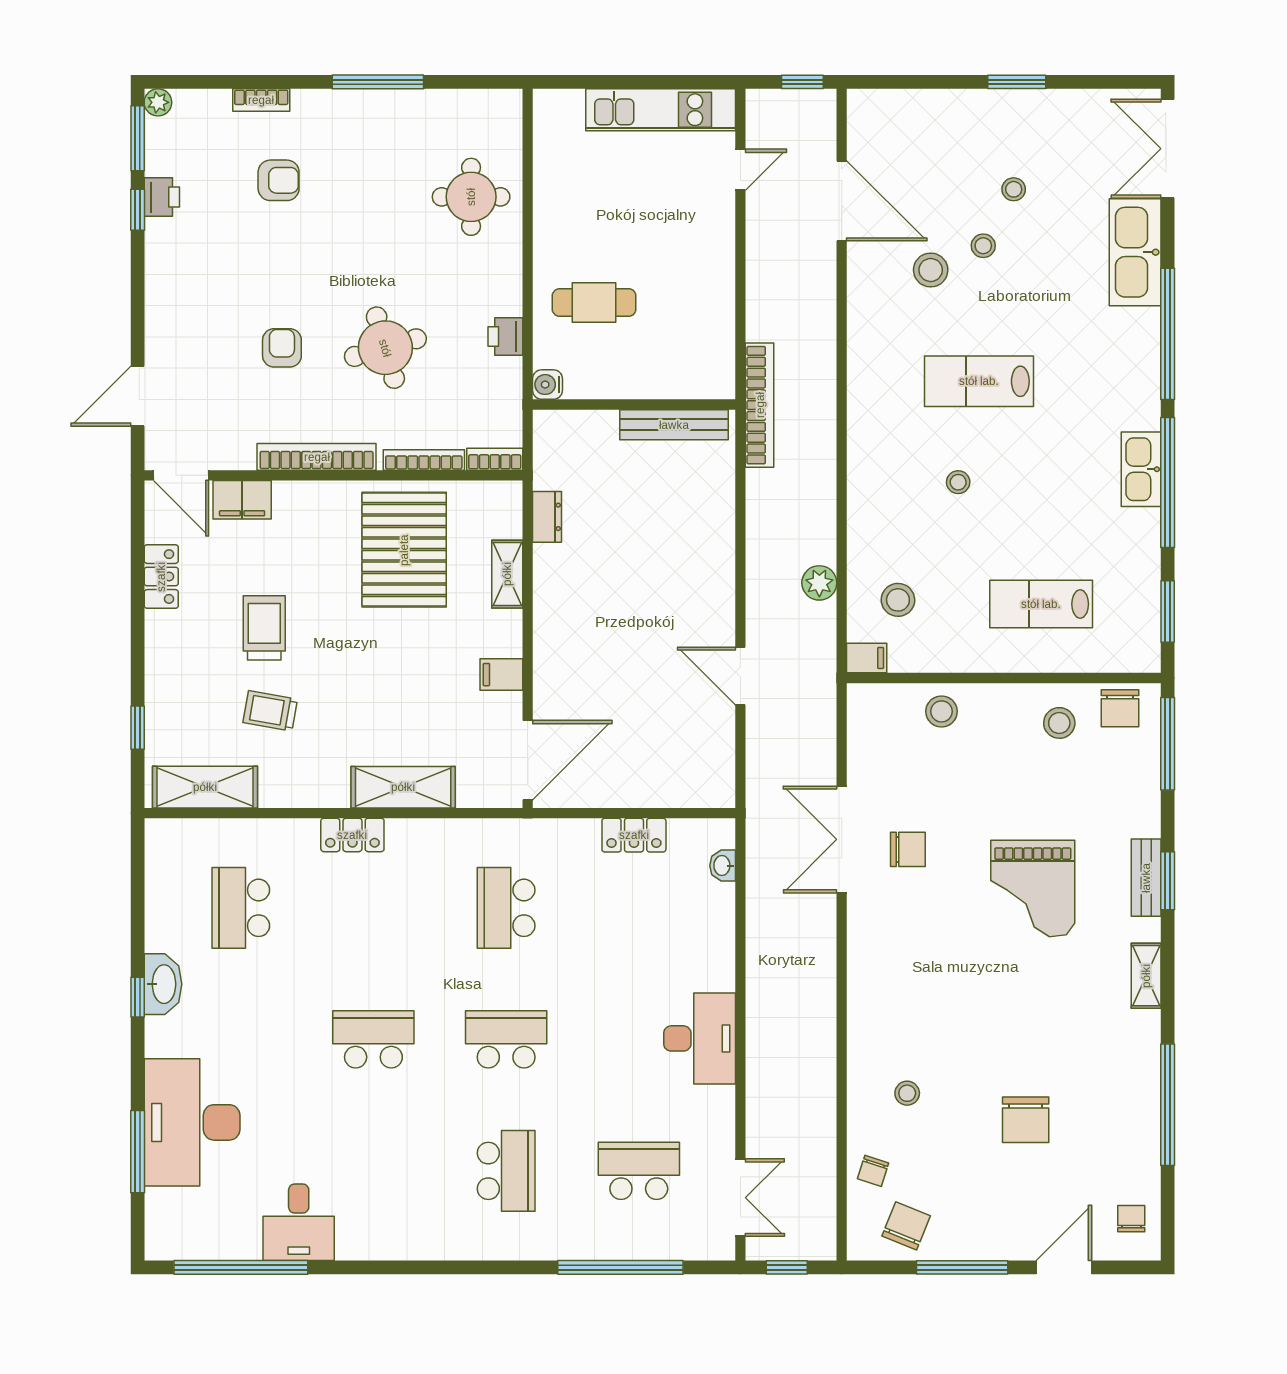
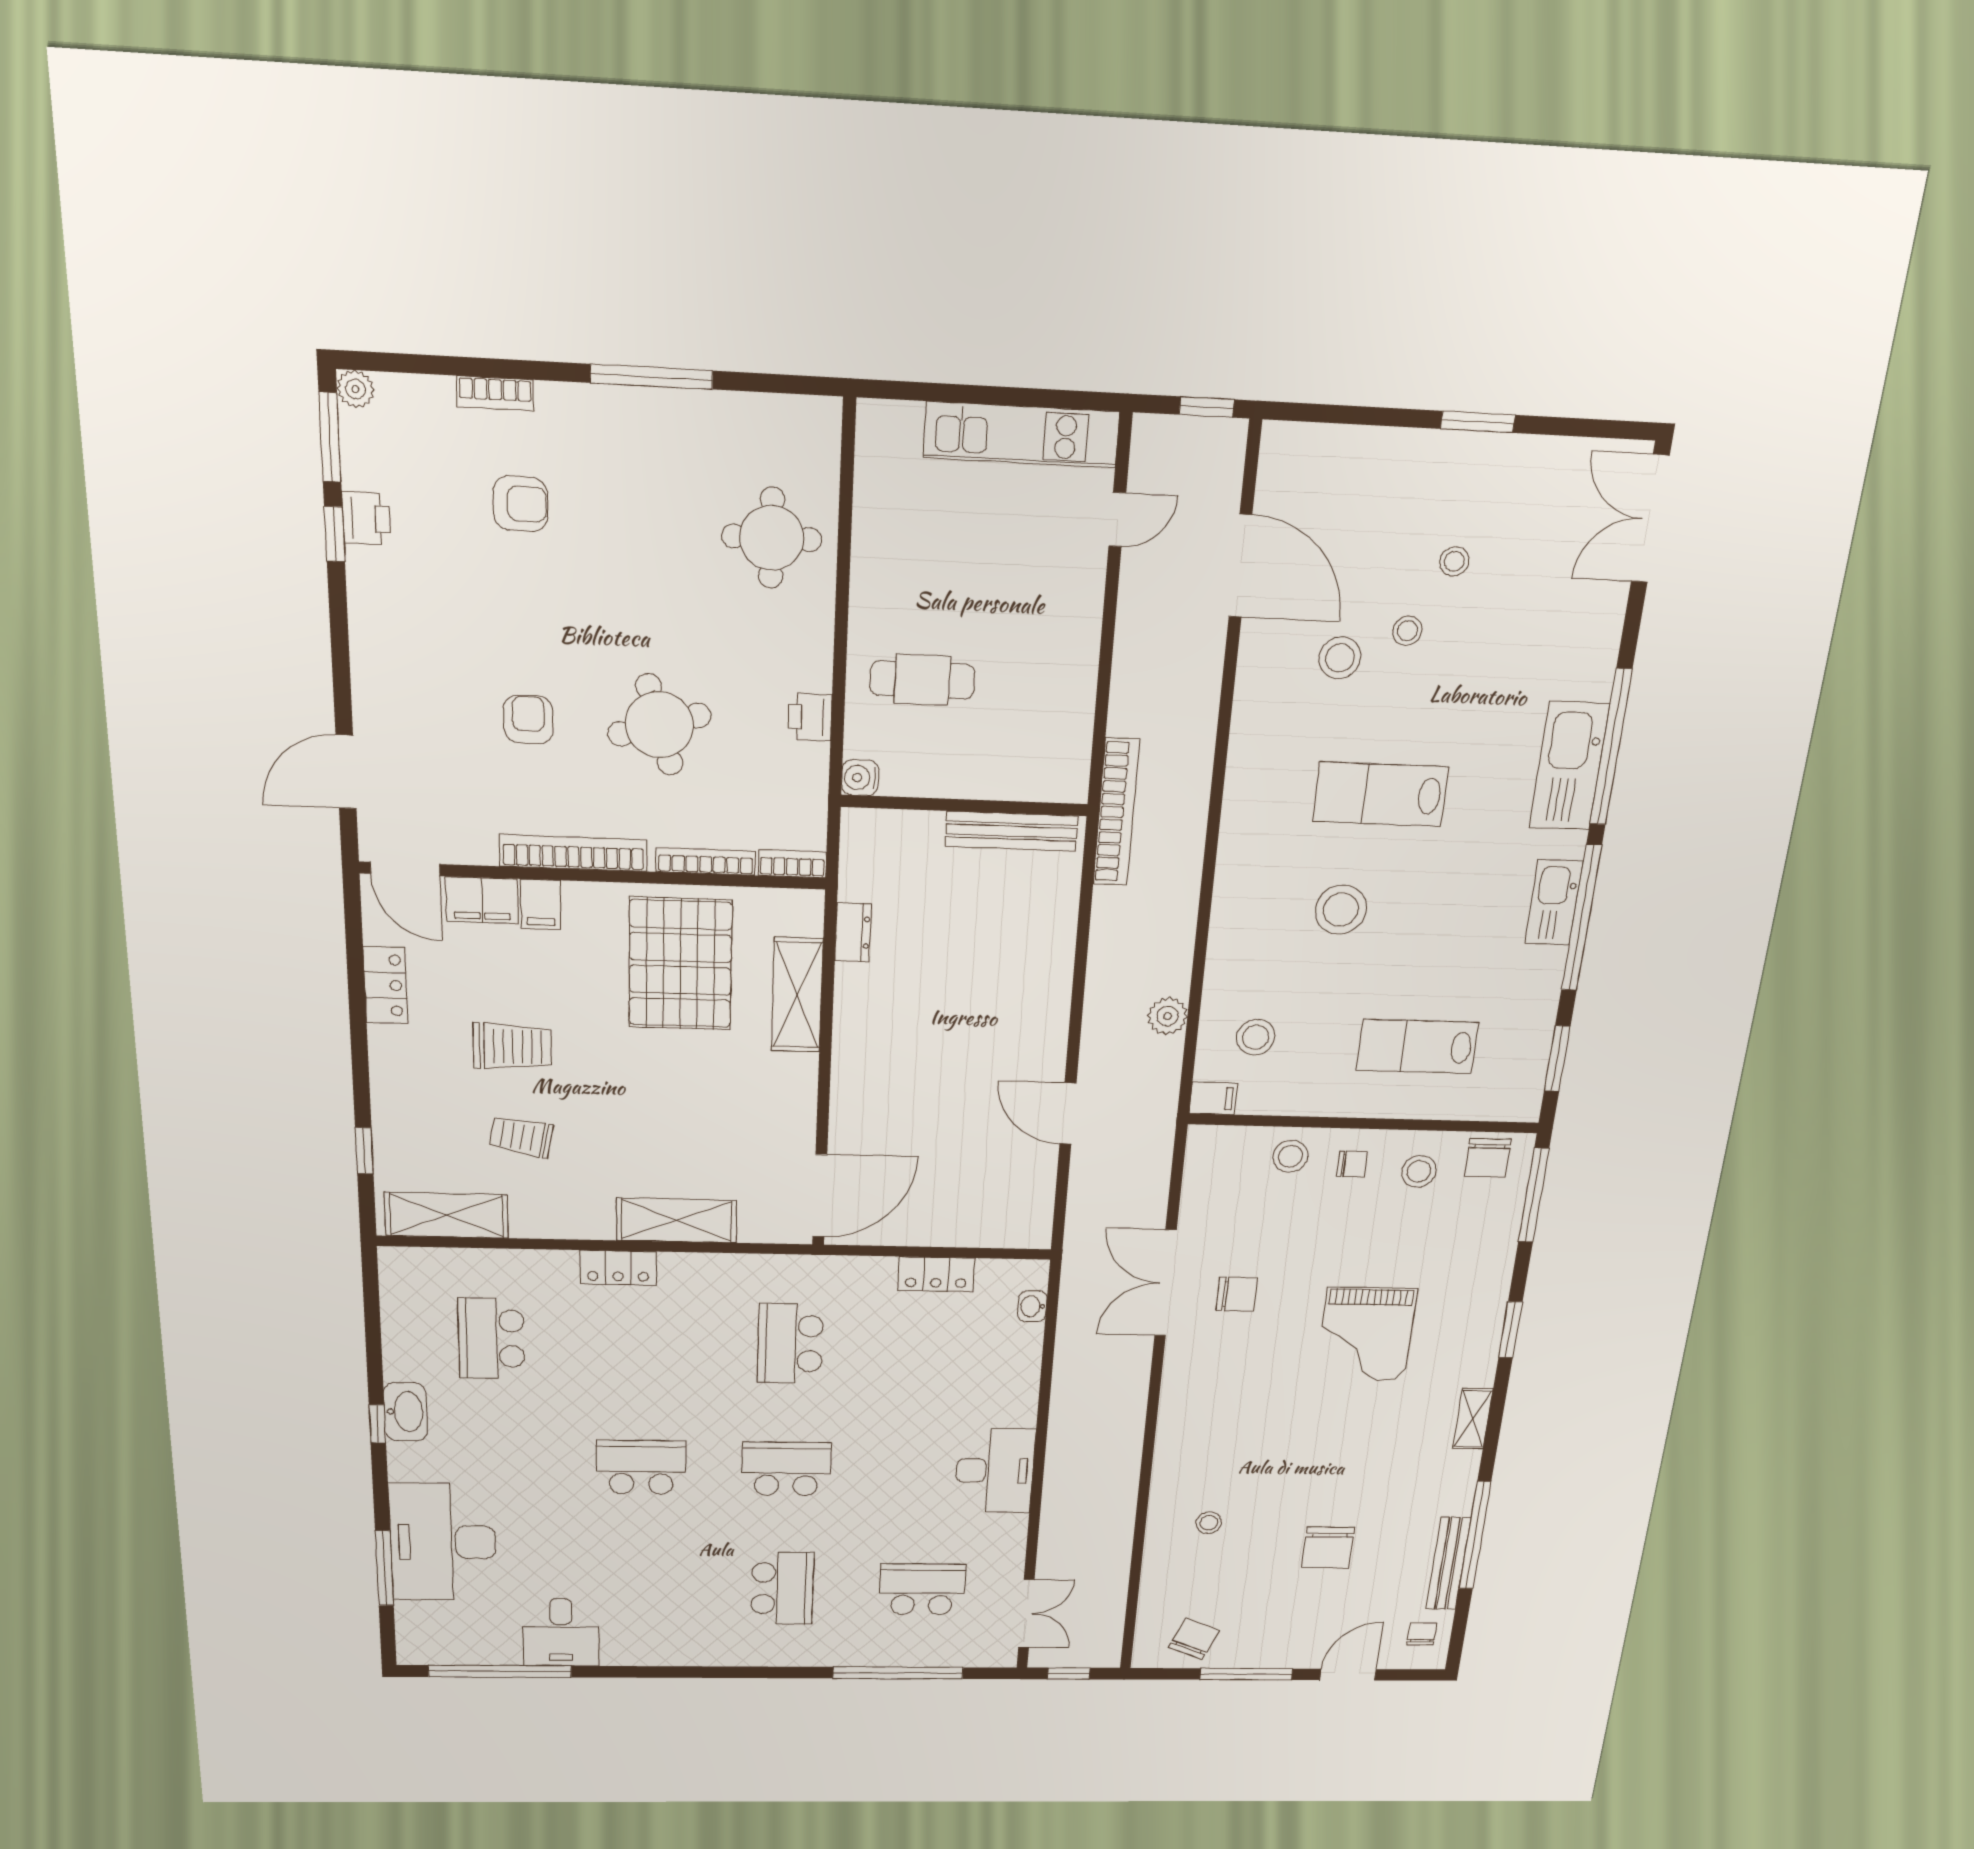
kitchen sink: (1135, 252) -> (1569, 766), moved
stool: (958, 482) -> (1341, 909), width x1.89, depth x1.89
shelving: (507, 574) -> (797, 995), width x1.50, depth x1.33
trolley: (264, 628) -> (512, 1046), turned 90
filing cabinet: (501, 675) -> (541, 904), moved, turned -90
bench: (1146, 878) -> (1448, 1564), moved, width x1.36
chair: (873, 1171) -> (1352, 1164), moved, turned -108

